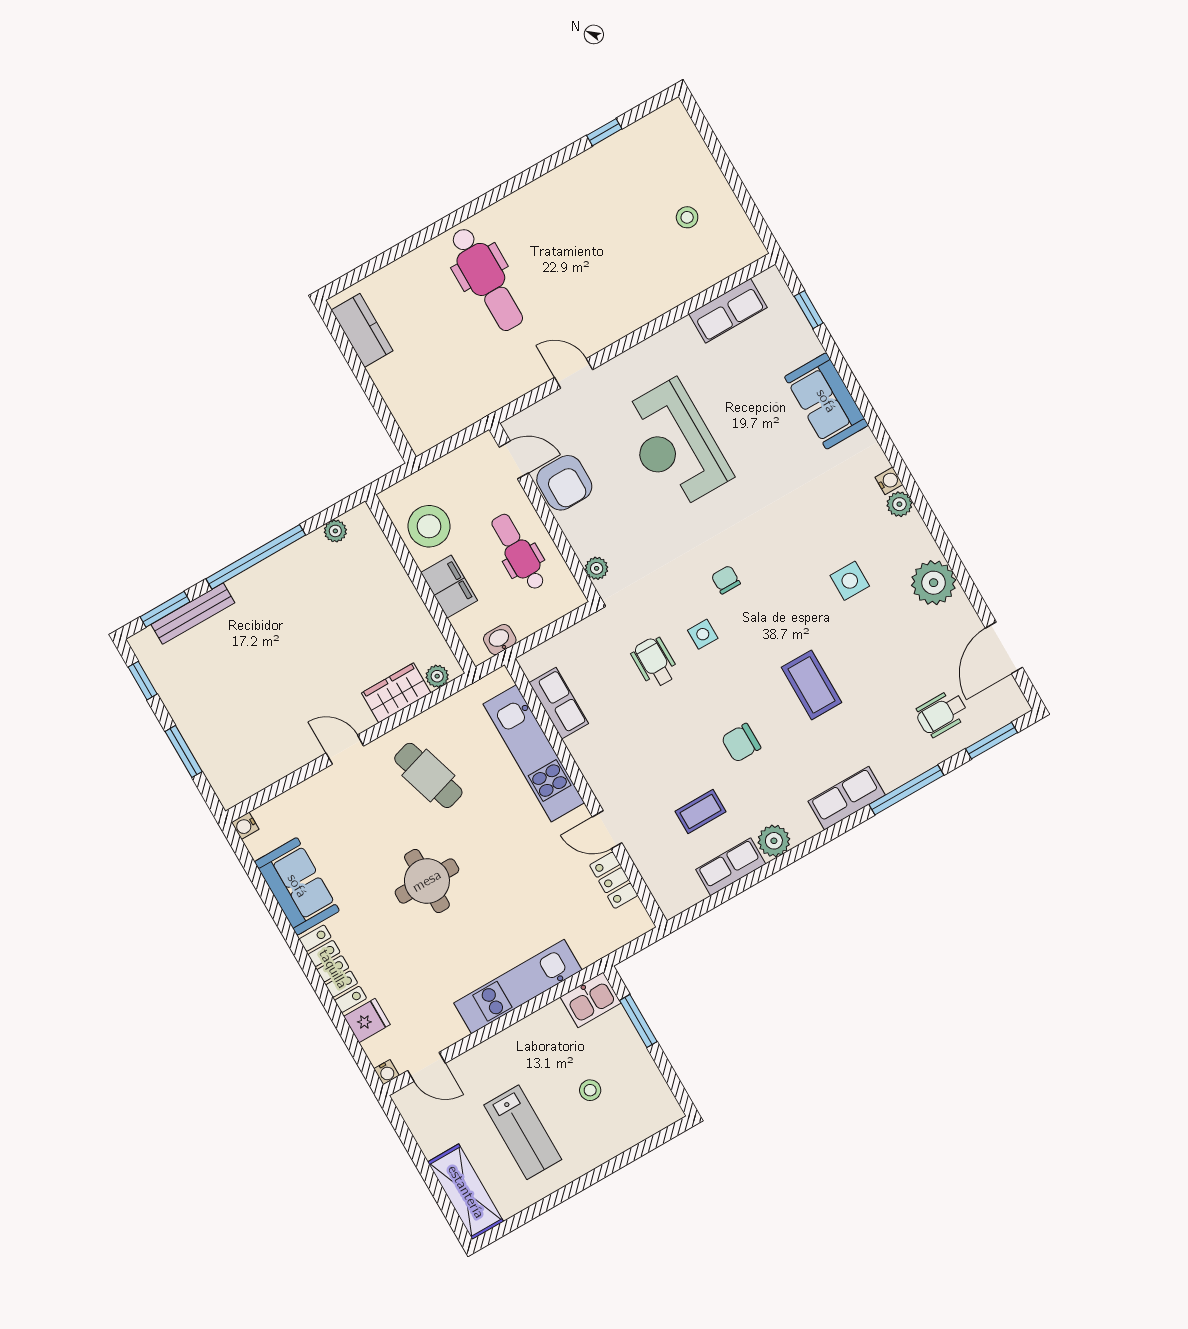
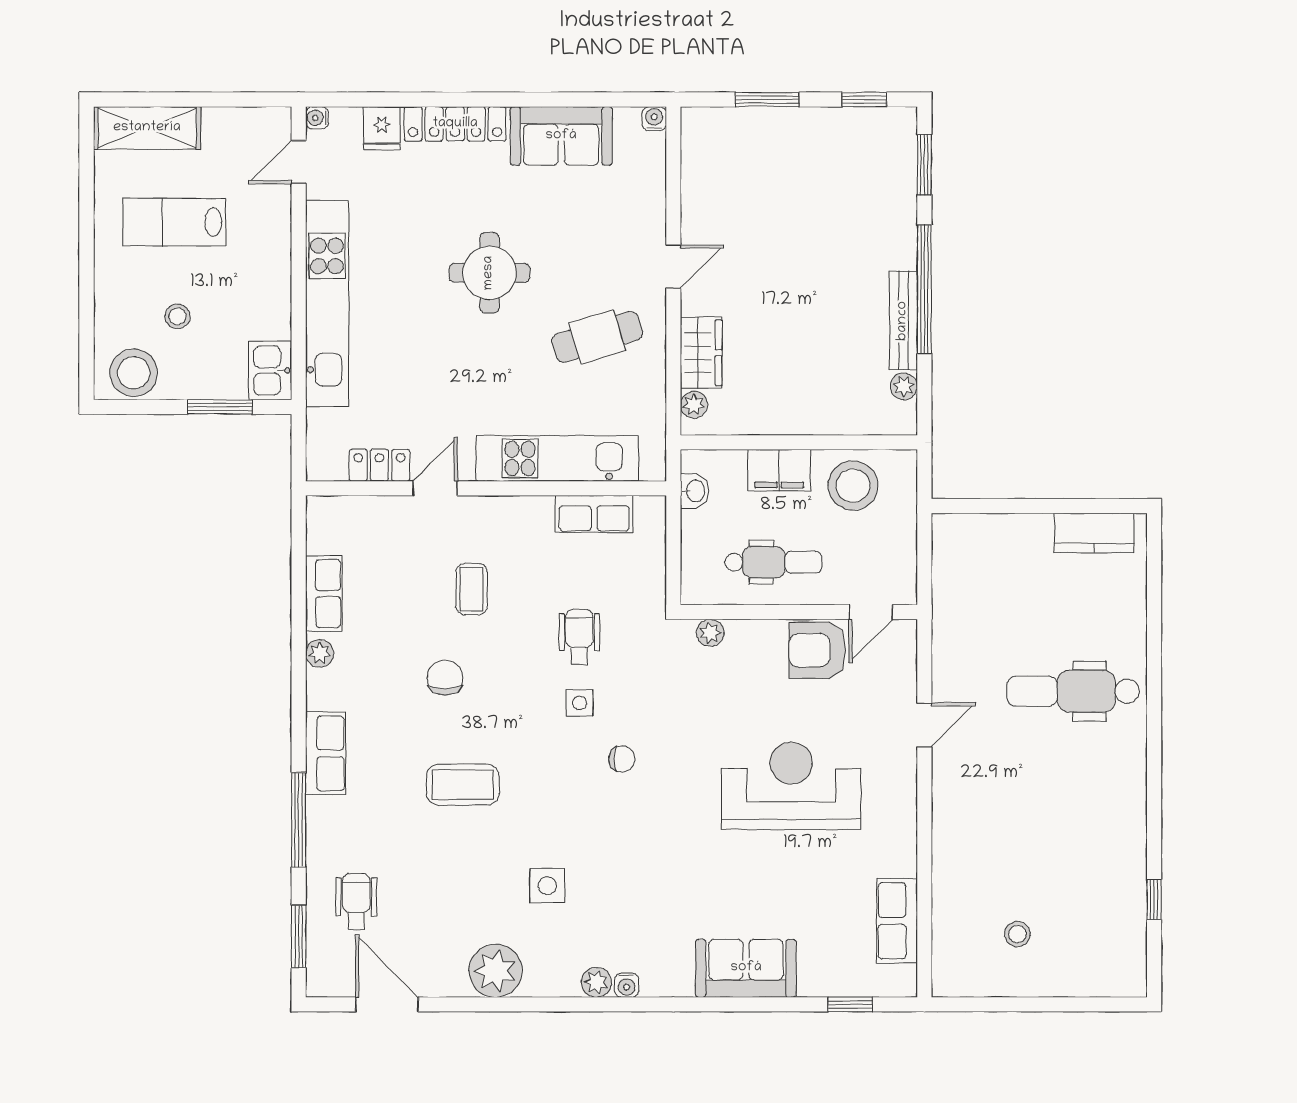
bench: (193, 614) -> (903, 321), moved
wheelchair: (655, 662) -> (579, 637), turned -90
coffee table: (700, 812) -> (472, 589), moved
plant: (774, 841) -> (320, 653), width x0.73, depth x0.73
kitchen unit: (518, 987) -> (327, 304), width x1.36
stool: (650, 1098) -> (134, 373), added

